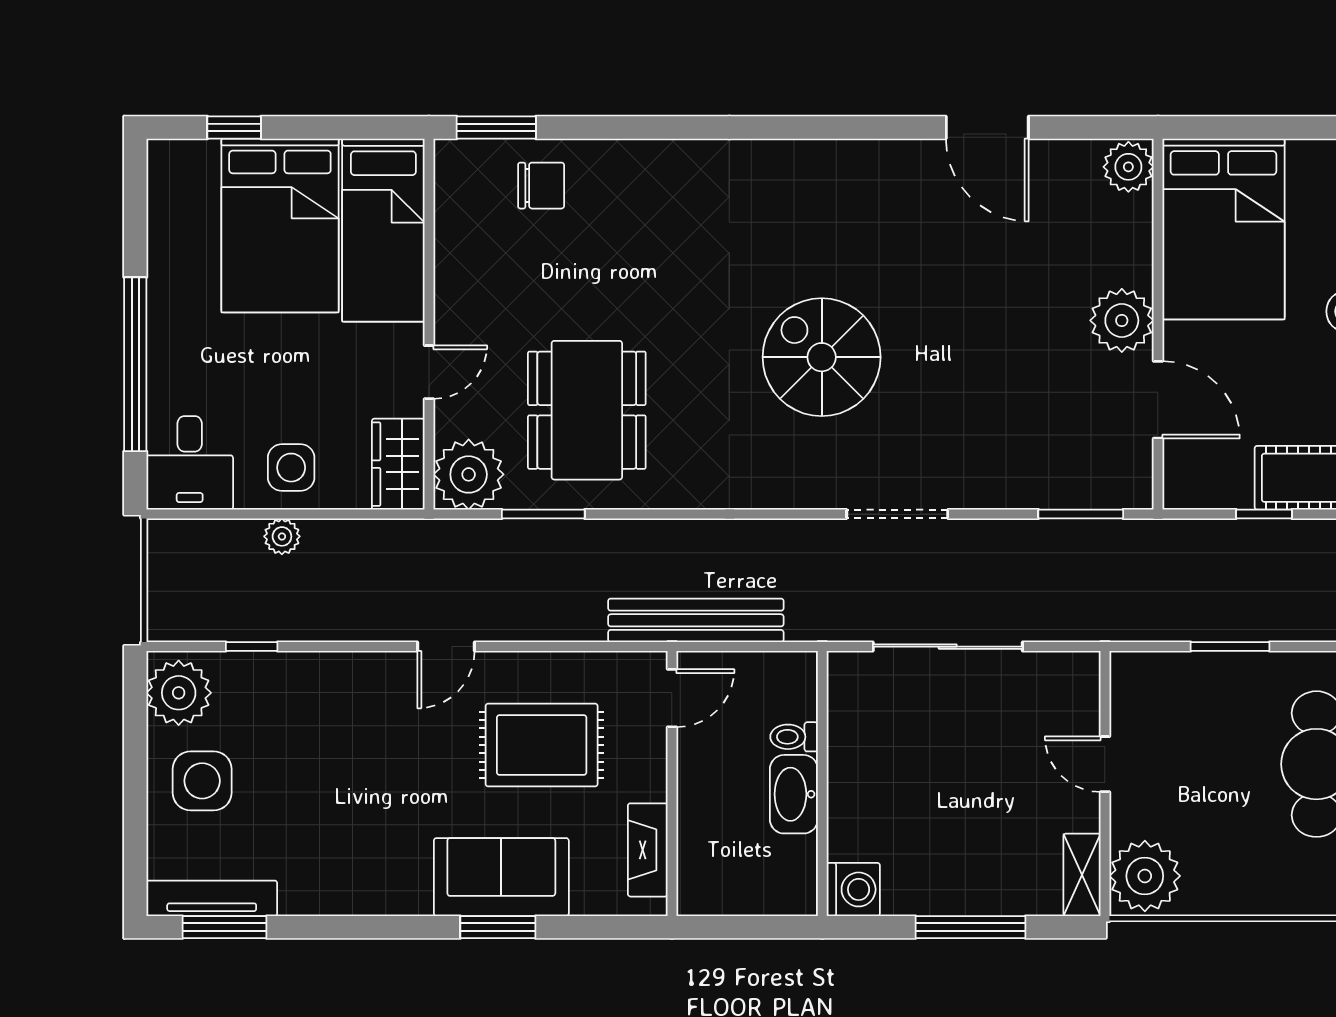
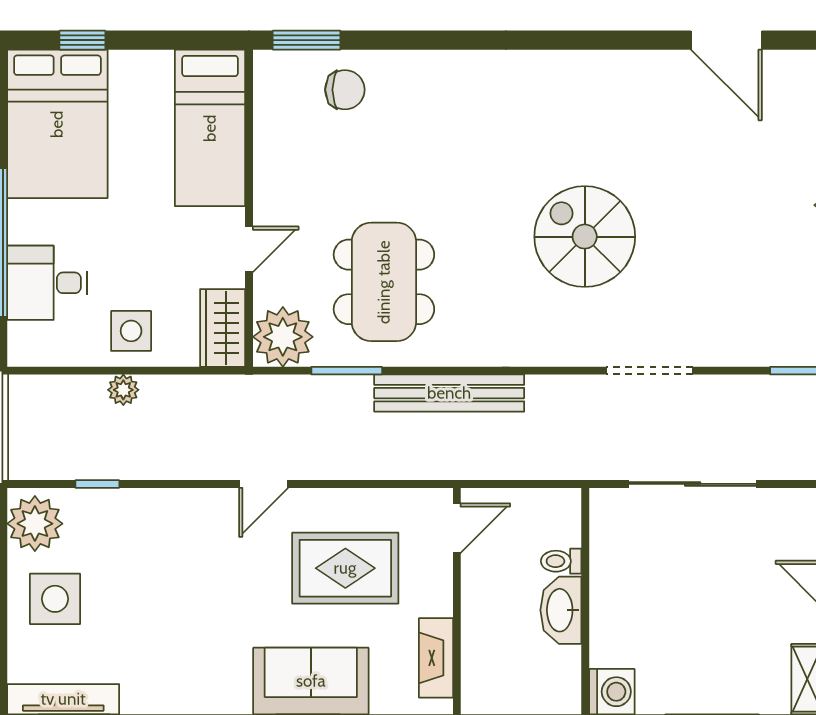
bed: (280, 225) -> (57, 124), moved
desk: (190, 463) -> (47, 283), moved, turned 90
bench: (696, 620) -> (449, 393), moved

